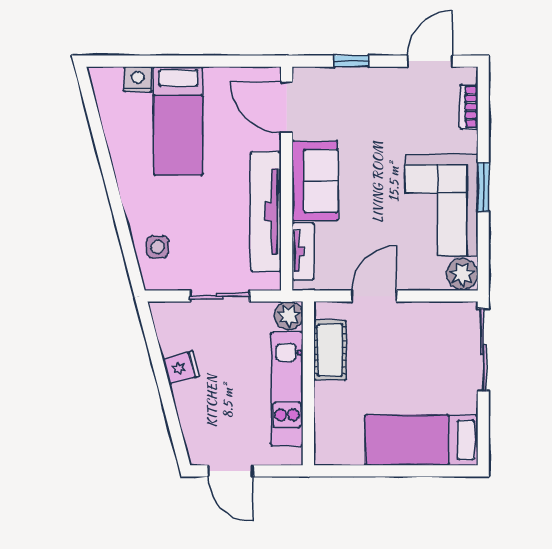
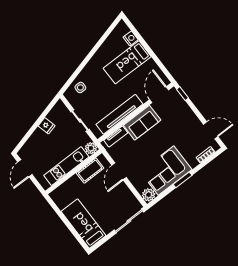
window: (351, 61) -> (183, 94), moved
door: (374, 296) -> (119, 171), swing flipped

